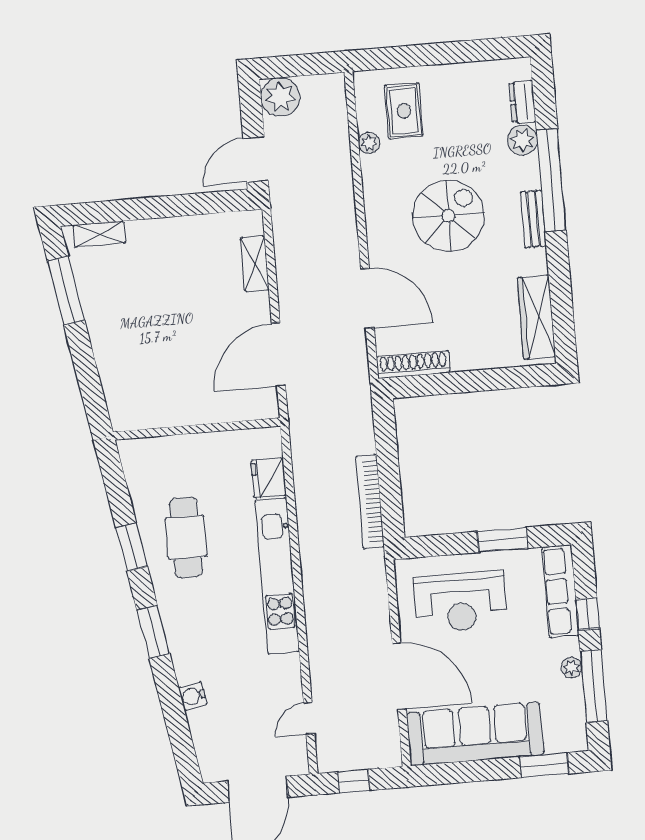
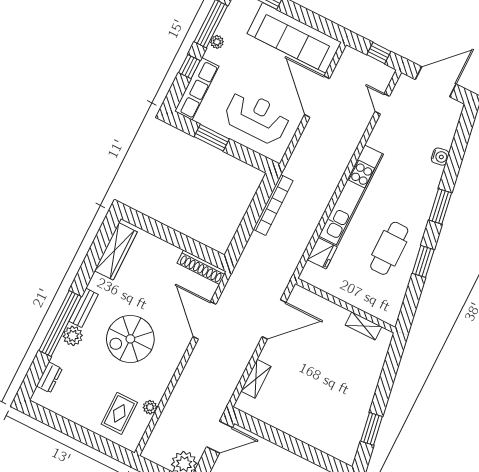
plant: (522, 140) -> (73, 336), moved
shelving: (99, 234) -> (364, 326), moved
window: (66, 290) -> (372, 429), width x0.69
door: (309, 718) -> (382, 104), swing flipped

